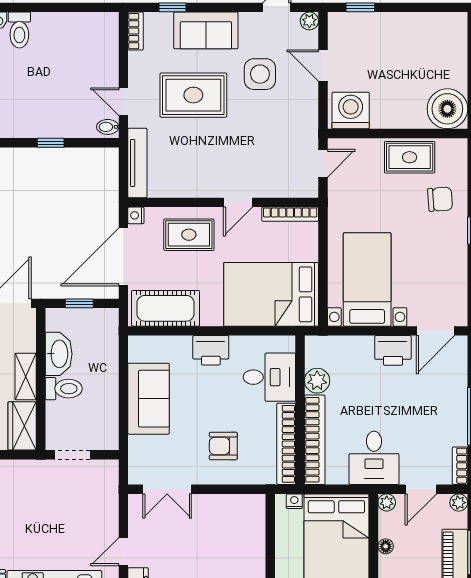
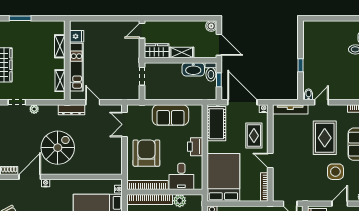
toilet: (64, 389) -> (211, 72), moved
armchair: (223, 446) -> (146, 153), width x1.88, depth x1.88

